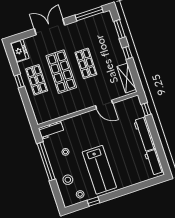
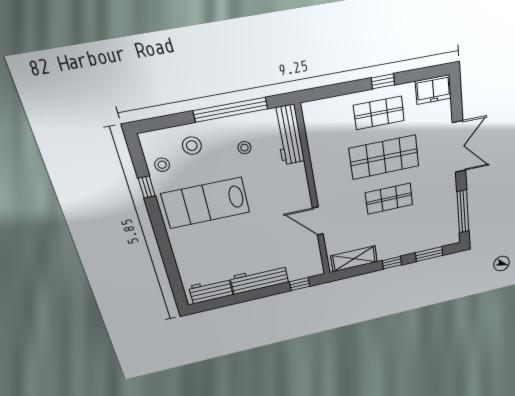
door: (104, 104) -> (318, 221), hinge flipped
workbench: (51, 130) -> (289, 135), width x1.38

